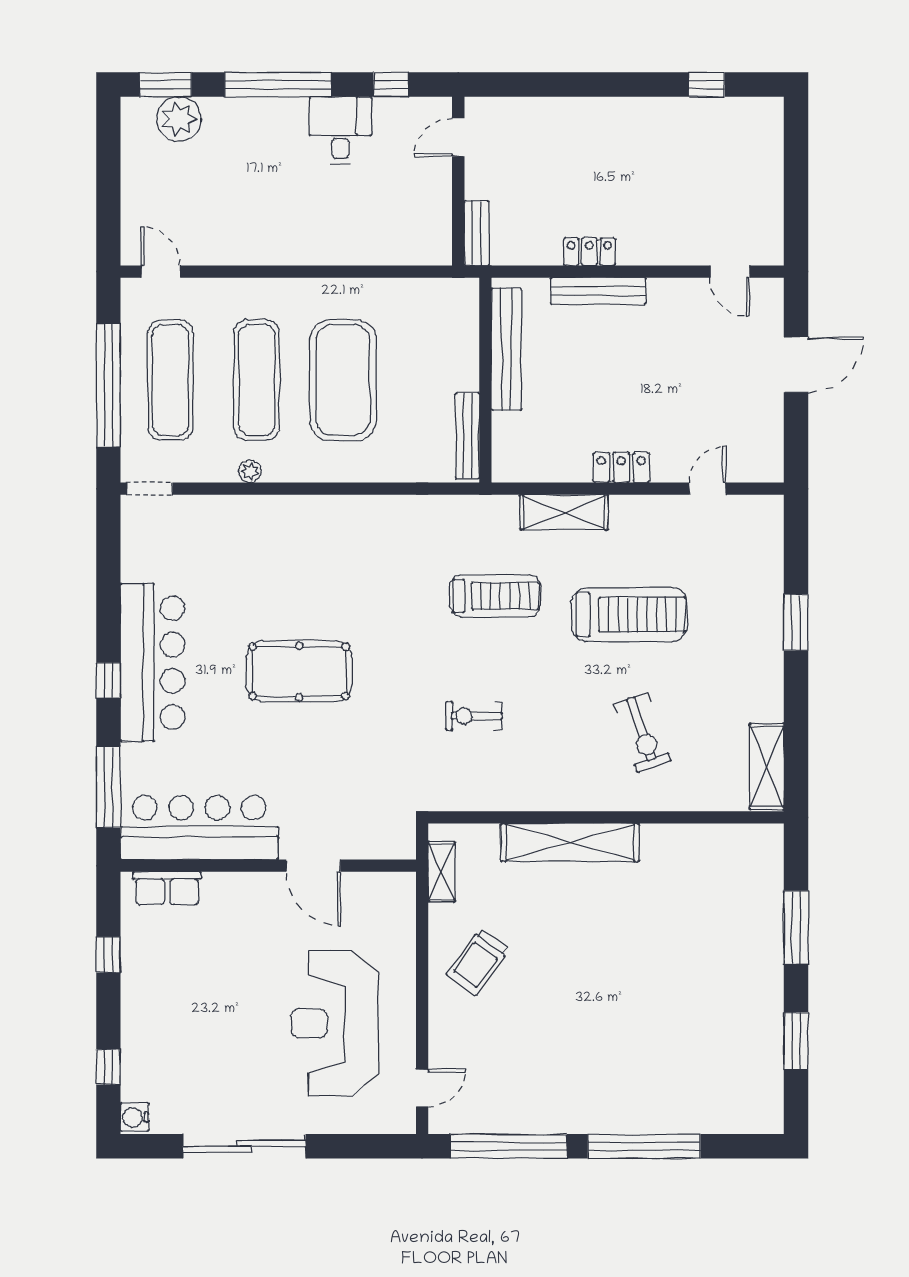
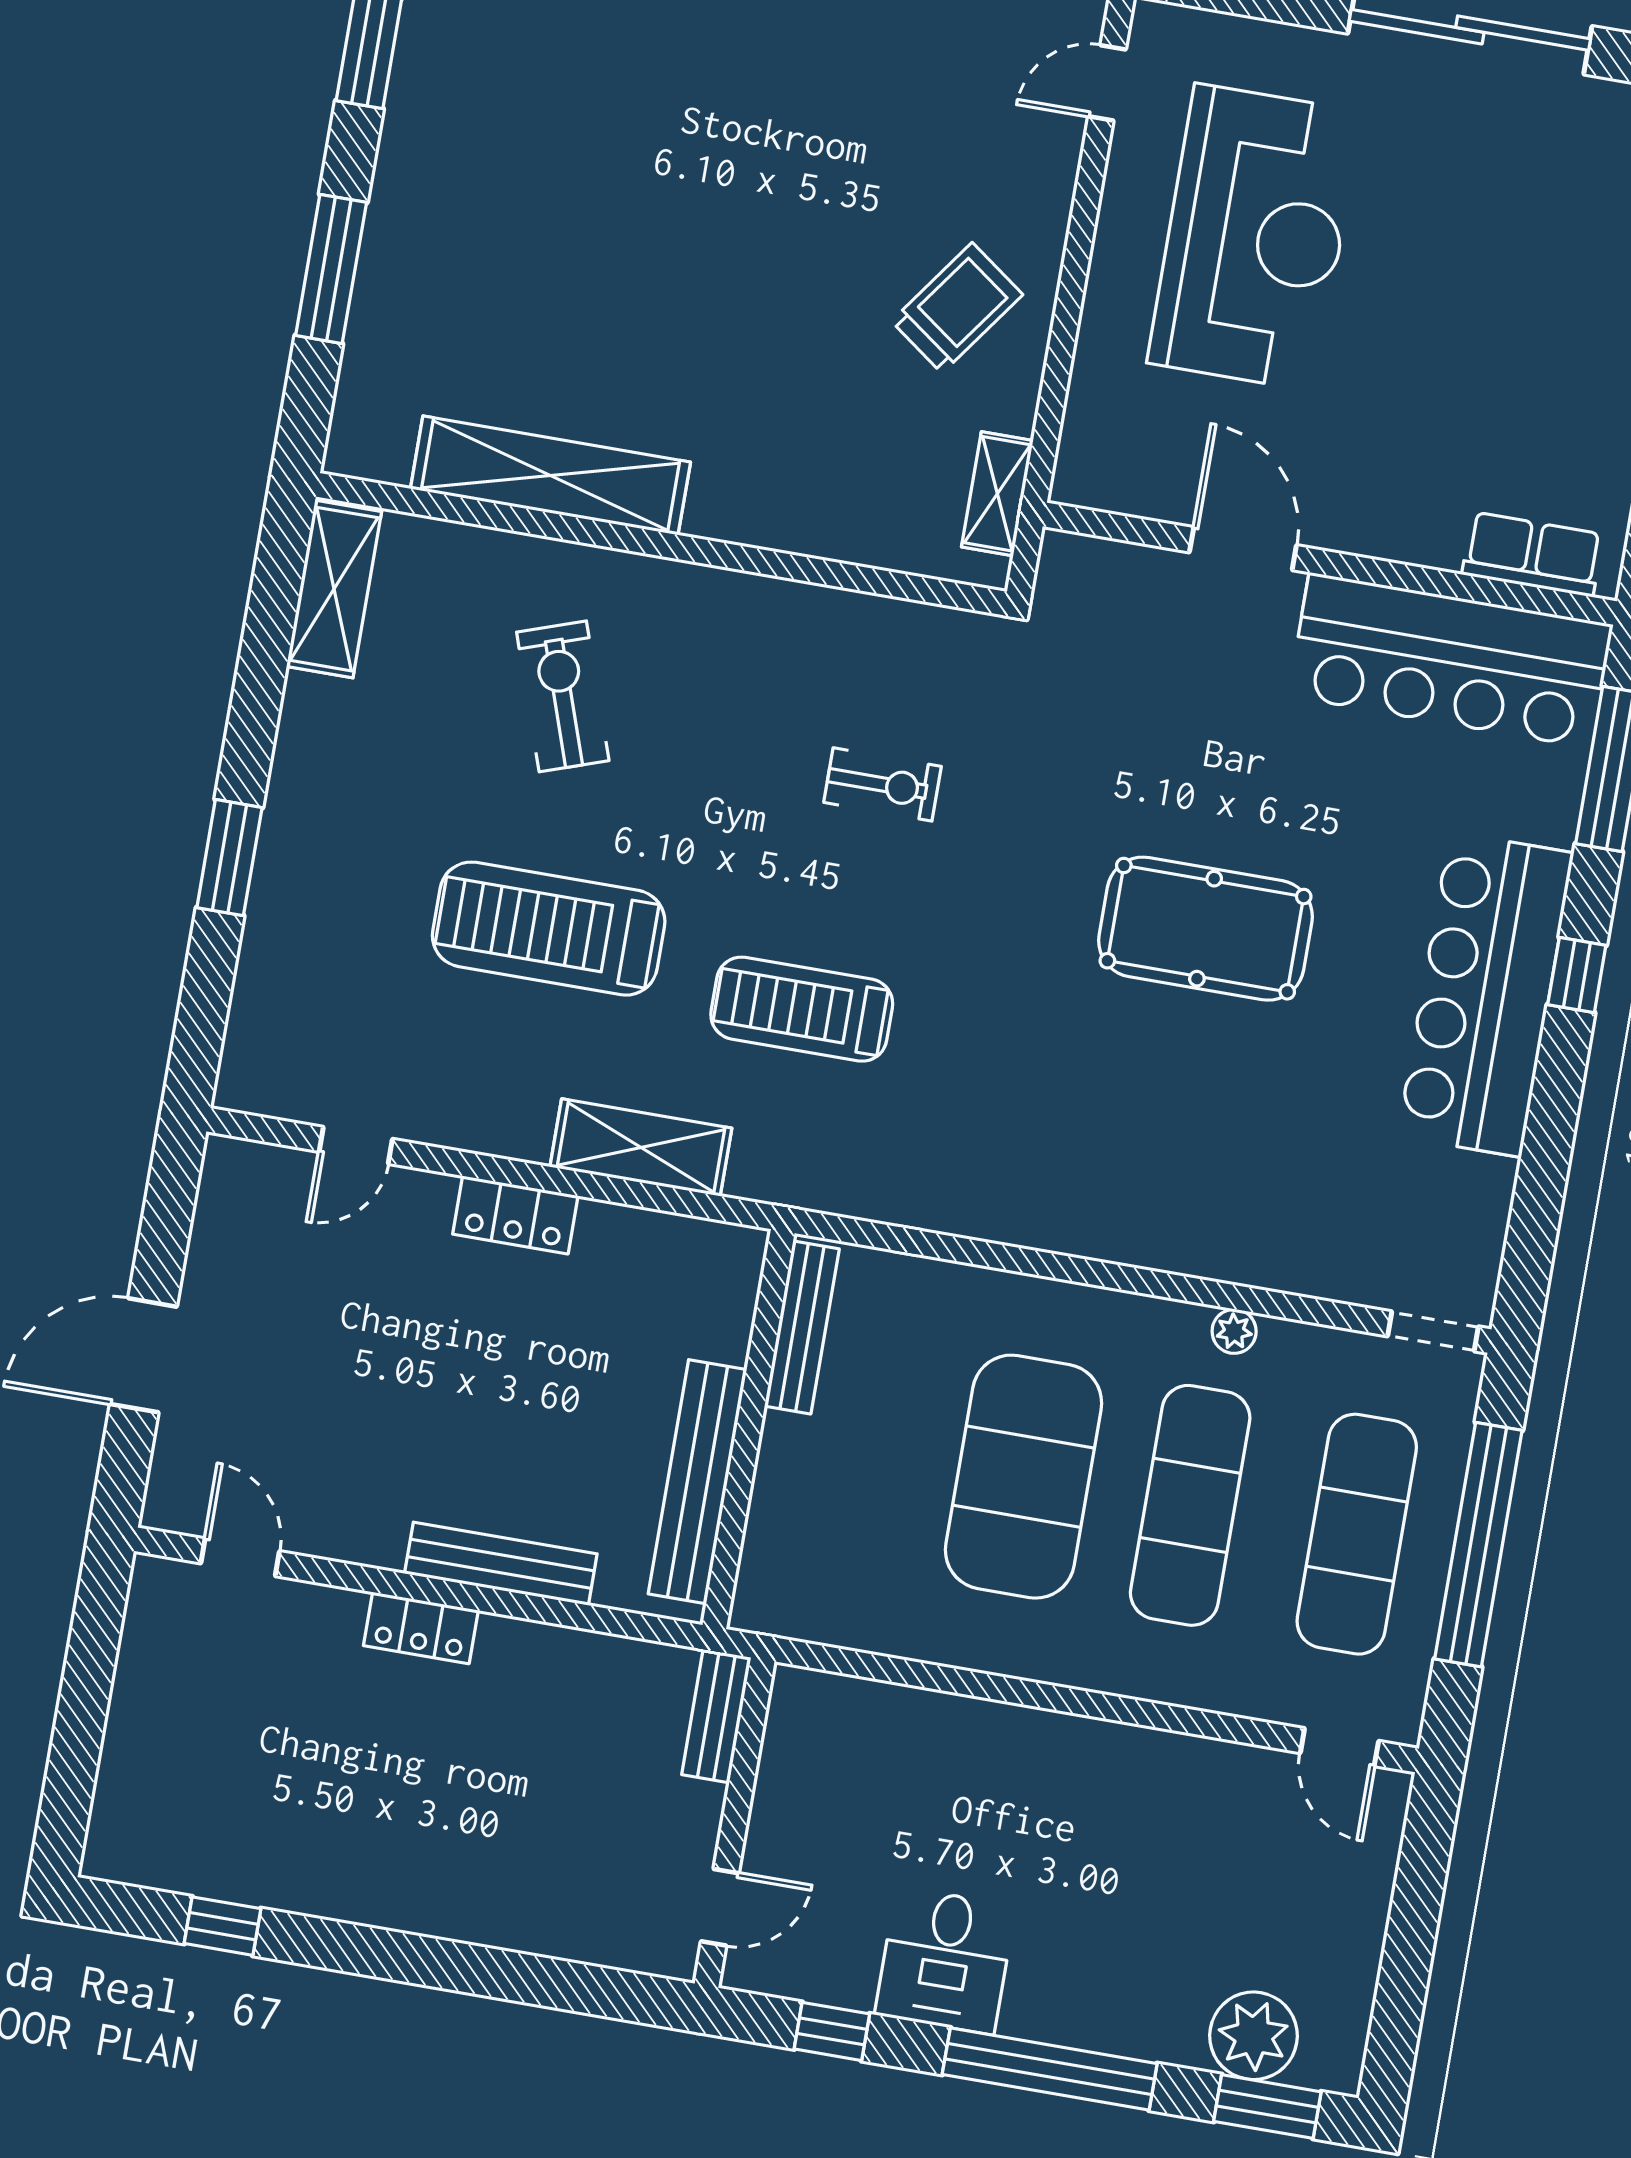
locker: (590, 252) -> (421, 1628), moved
shelving: (570, 842) -> (550, 475), moved

